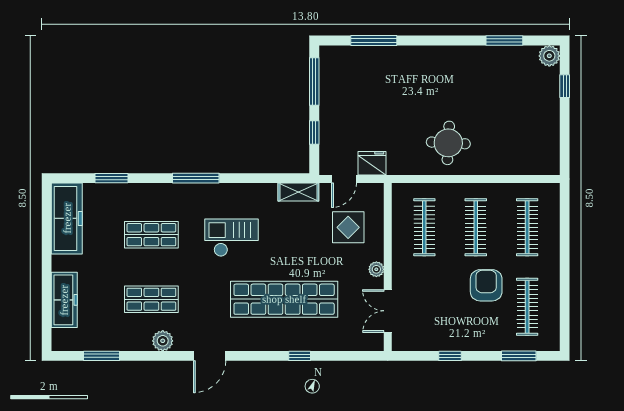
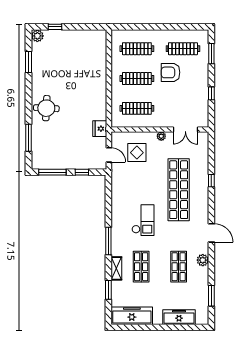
round table: (448, 143) -> (46, 108), moved
fridge: (372, 163) -> (100, 129), moved
shelving: (298, 192) -> (116, 268), moved
checkout: (231, 238) -> (143, 220), turned 180

